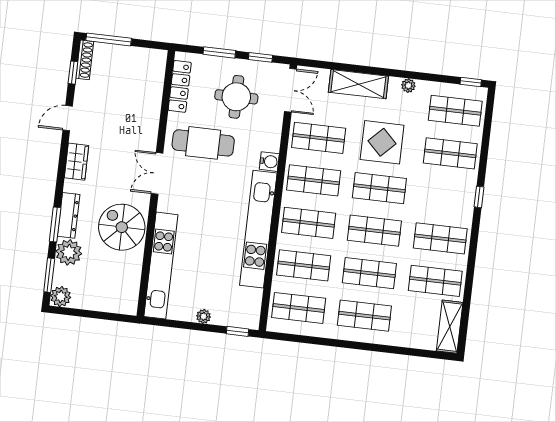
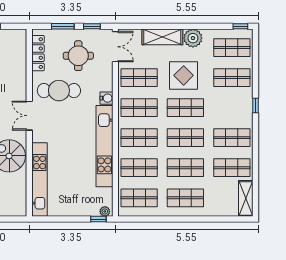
plant: (408, 86) -> (193, 38), width x1.88, depth x1.88
plant: (204, 316) -> (105, 211), moved

